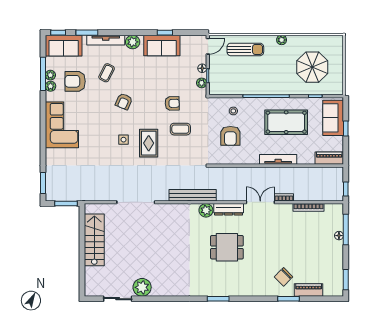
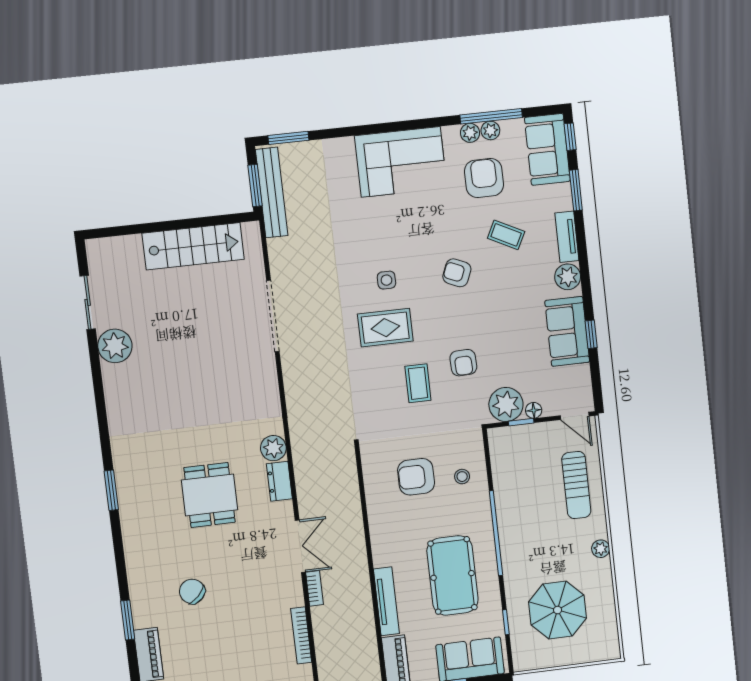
tv unit: (106, 40) -> (567, 237), width x0.71
plant: (202, 83) -> (506, 404), width x1.88, depth x1.88
tv unit: (278, 159) -> (386, 601), moved
bench: (193, 195) -> (272, 192), moved
dresser: (229, 209) -> (279, 481), width x0.70
chair: (284, 277) -> (192, 591), moved

